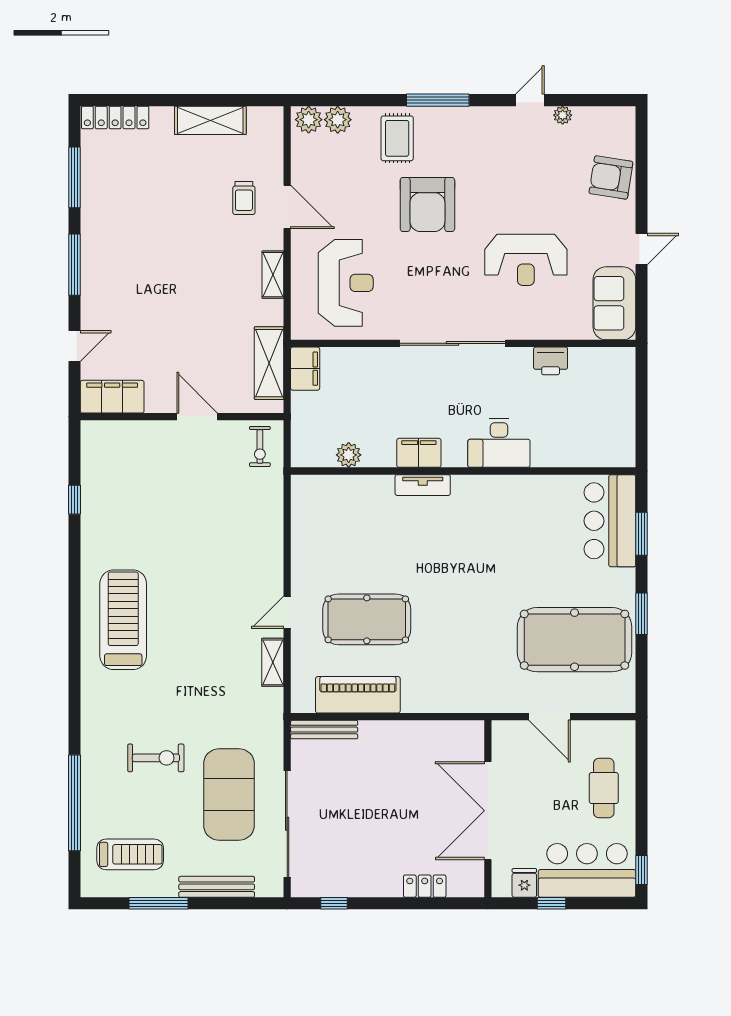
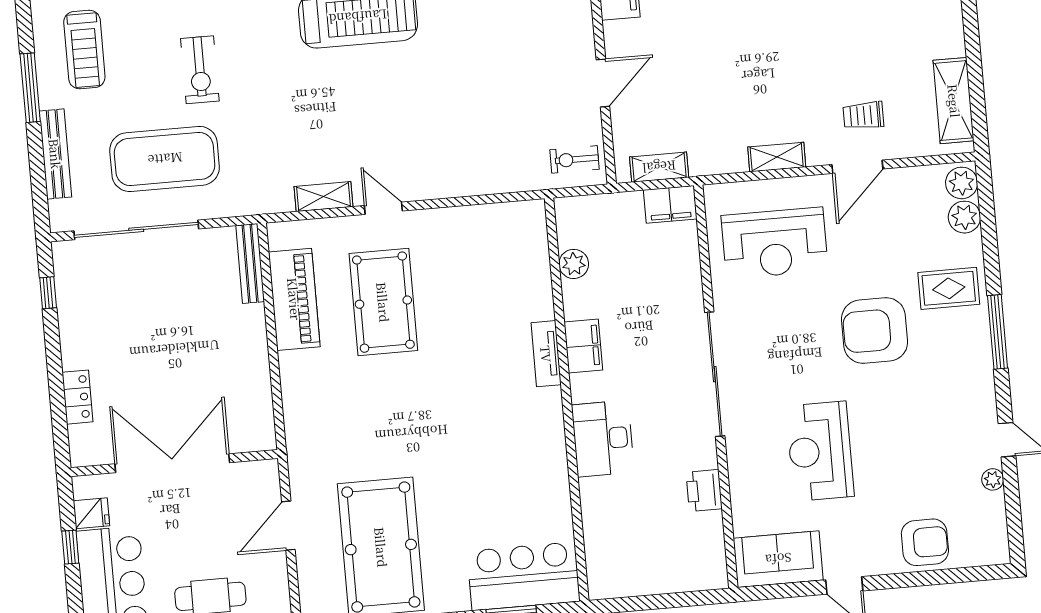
shelving: (210, 120) -> (954, 101), moved
armchair: (611, 177) -> (925, 542), turned 81
shelving: (269, 363) -> (659, 167), width x0.67, depth x0.75

